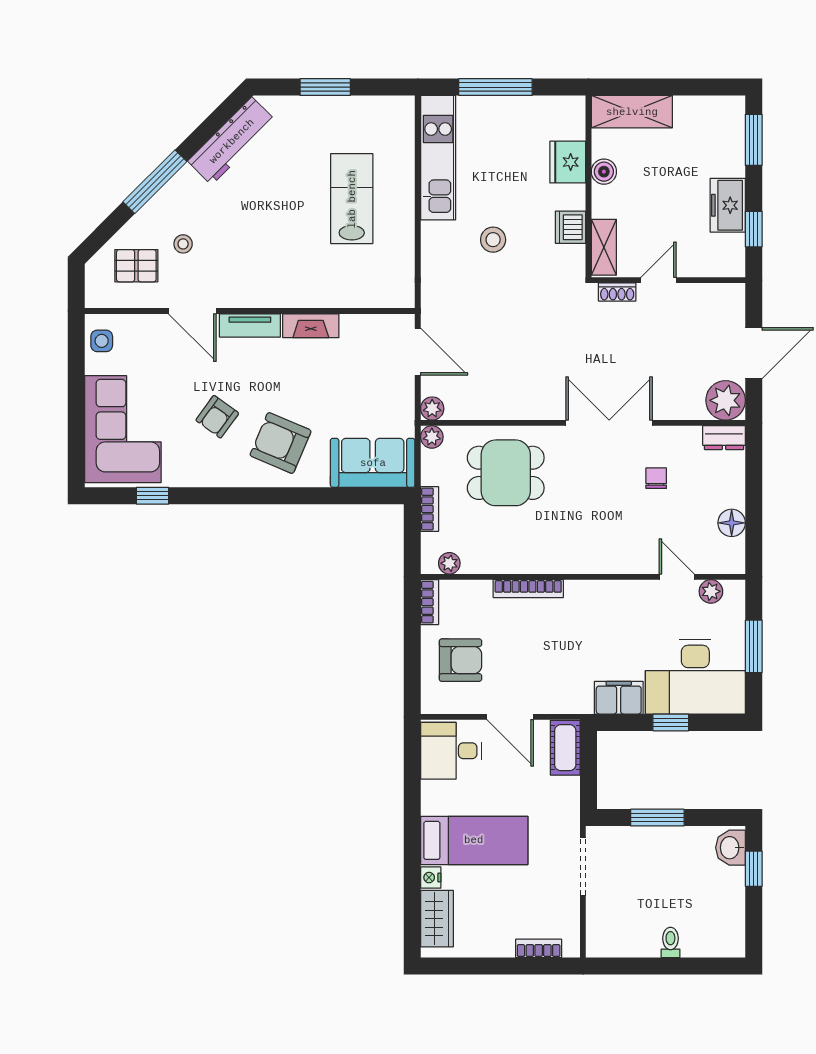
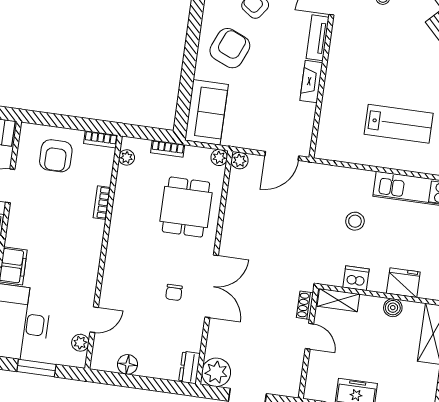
chair: (656, 478) -> (174, 292), moved, turned 90
bookcase: (528, 589) -> (102, 203), width x0.64

